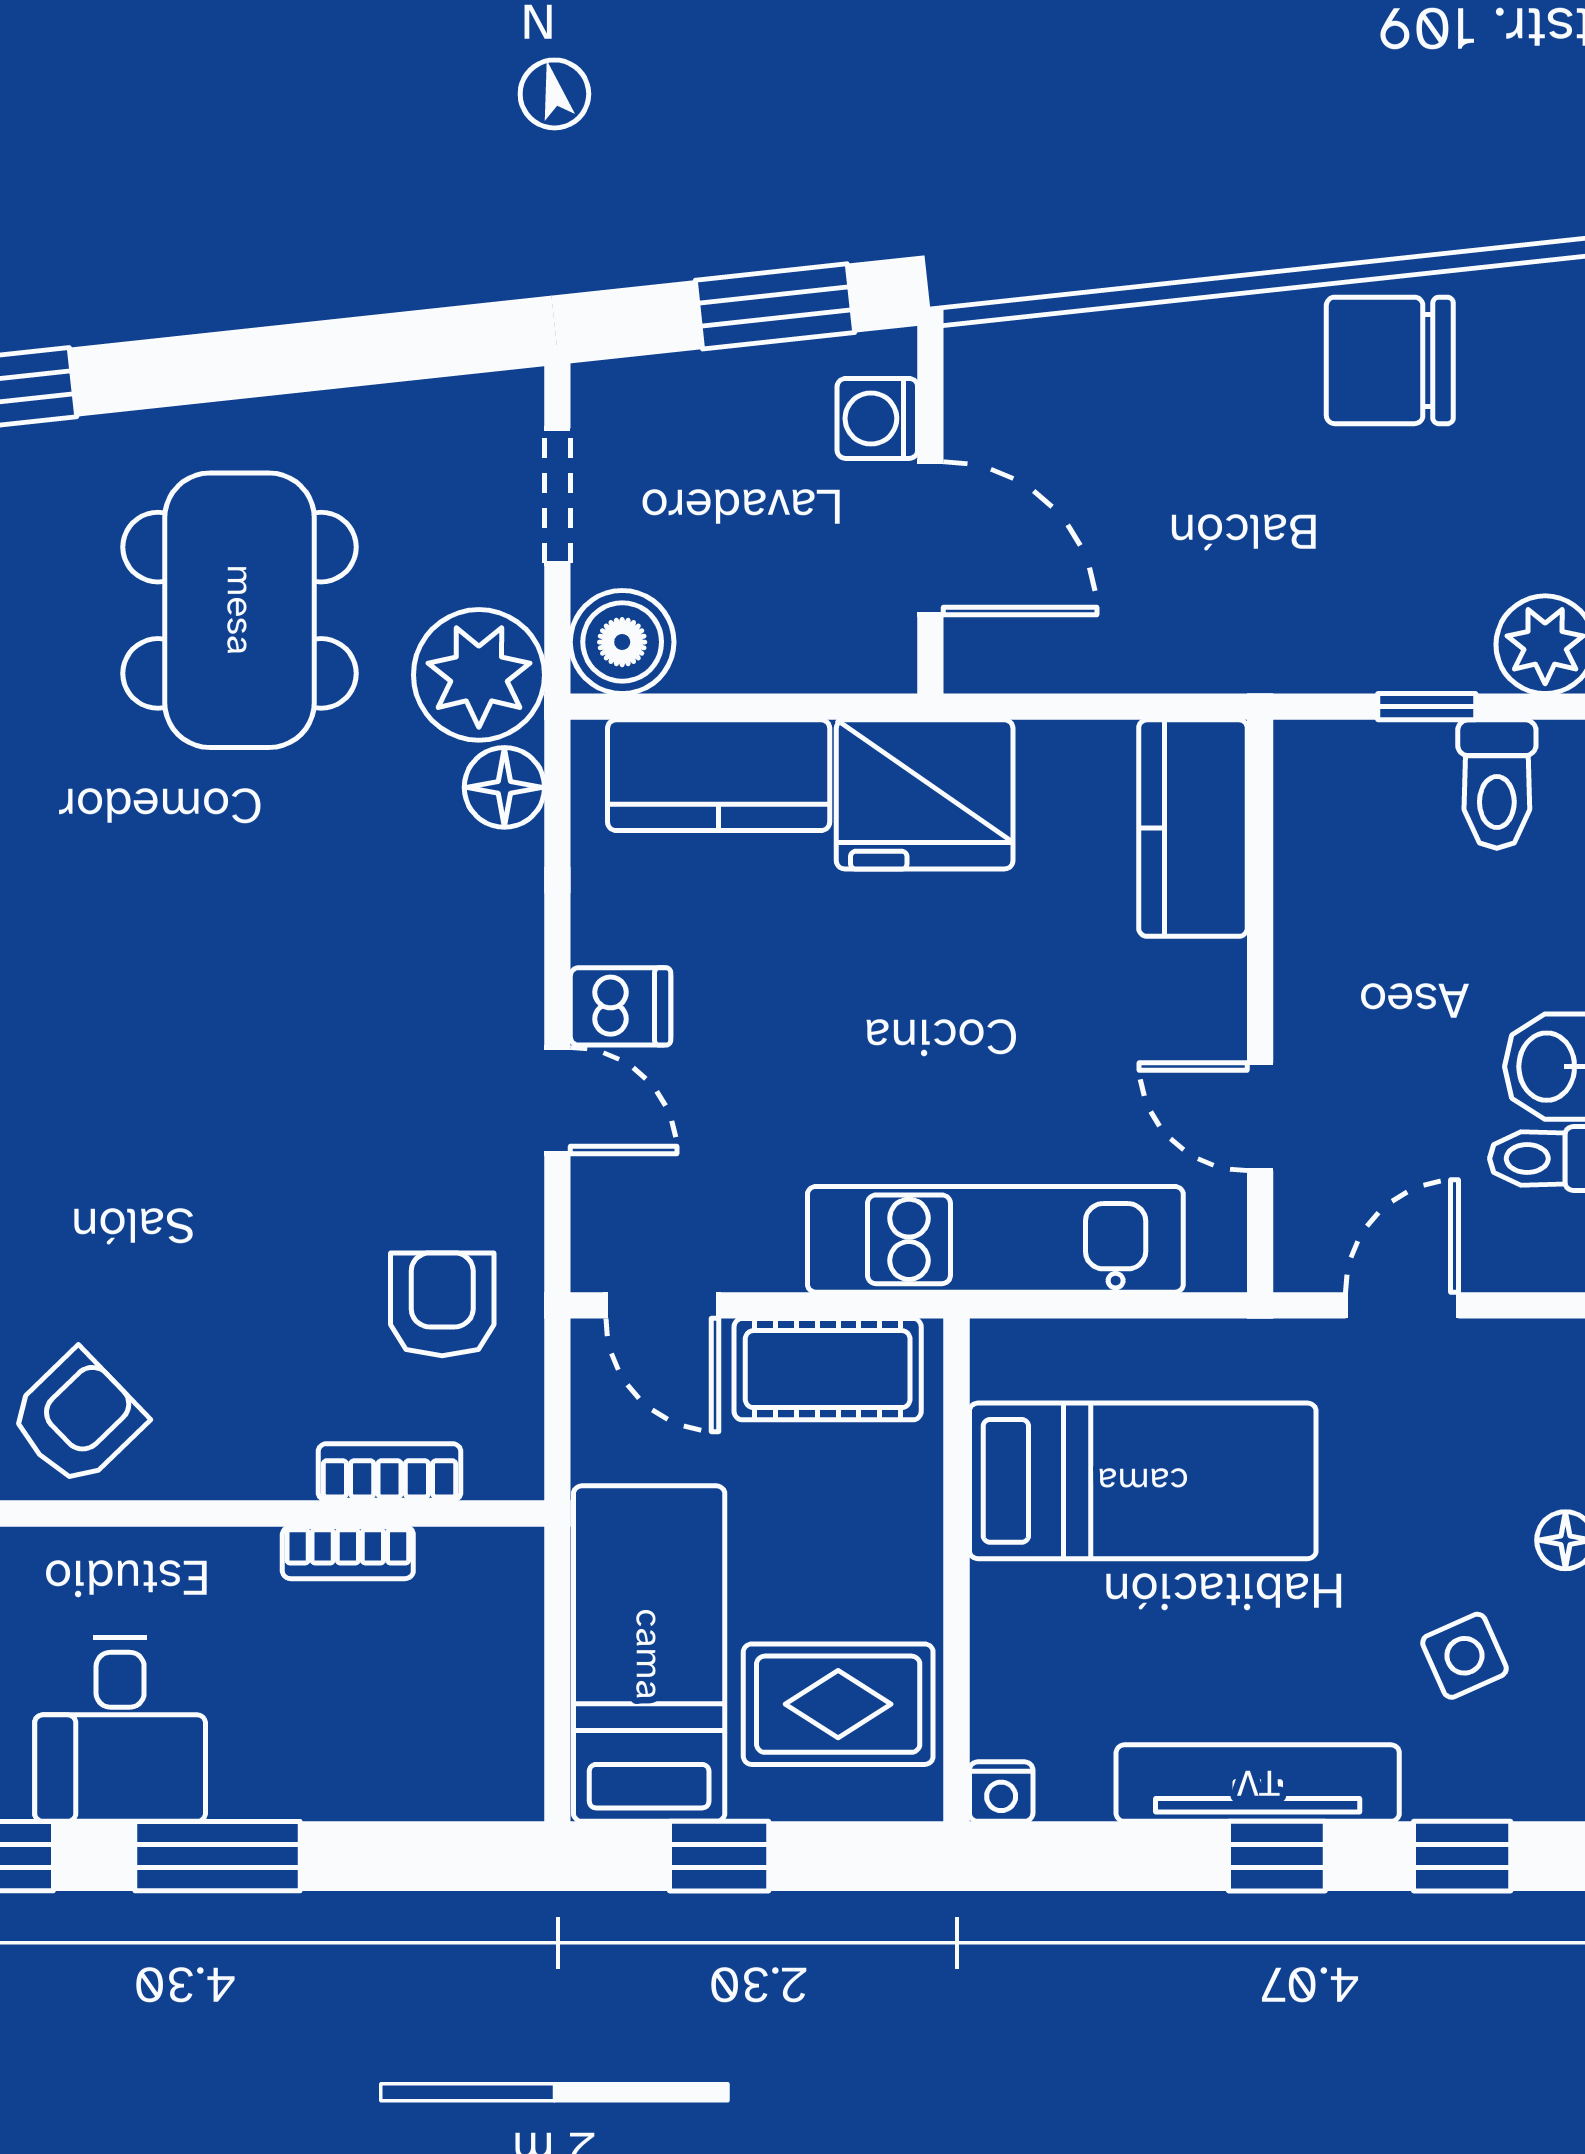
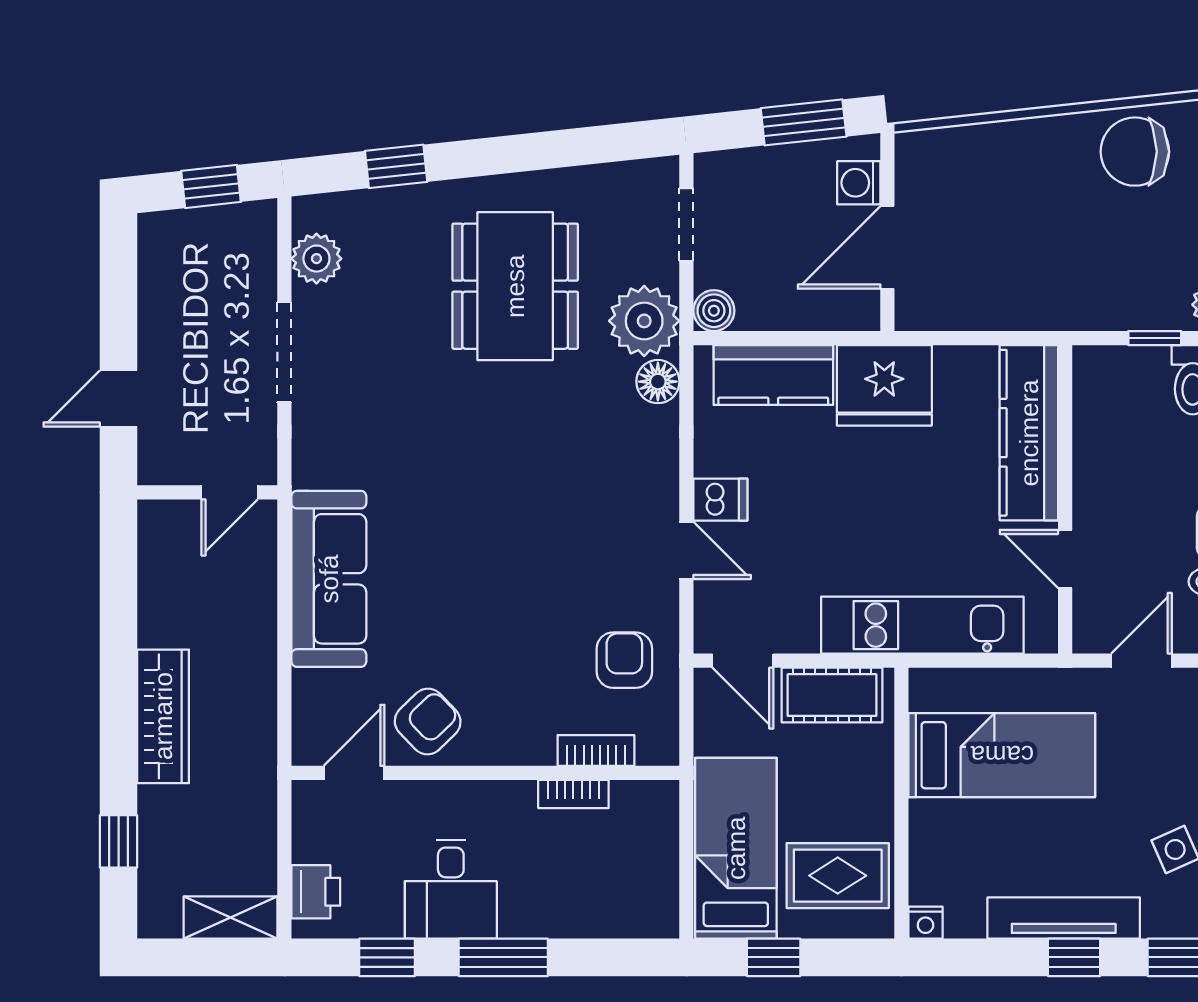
door: (930, 538) -> (887, 247), swing flipped
boiler: (622, 642) -> (714, 311), width x0.73, depth x0.73
kitchen counter: (1193, 828) -> (1029, 433), width x1.50

